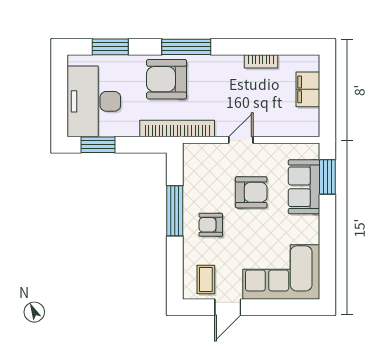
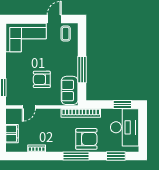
door: (241, 140) -> (29, 107), moved
sofa: (304, 187) -> (70, 90), moved, turned 180
armchair: (211, 225) -> (63, 62), removed

